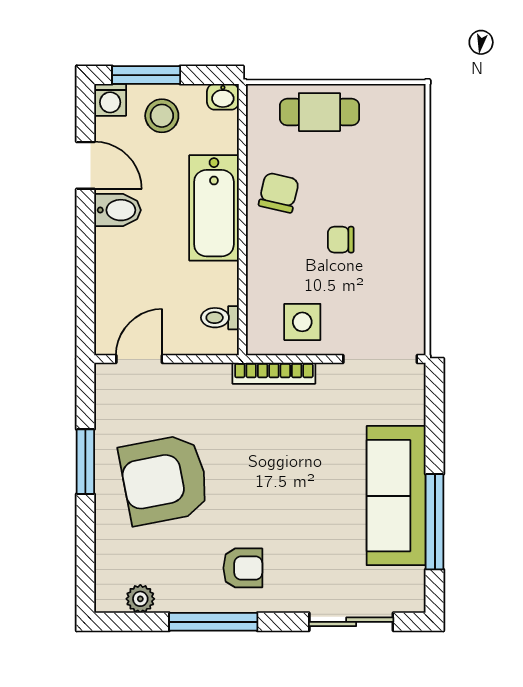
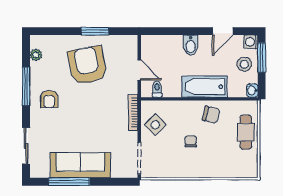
bidet: (118, 210) -> (191, 45), moved
side table: (302, 322) -> (155, 125), turned 45
door: (139, 359) -> (139, 70), moved

